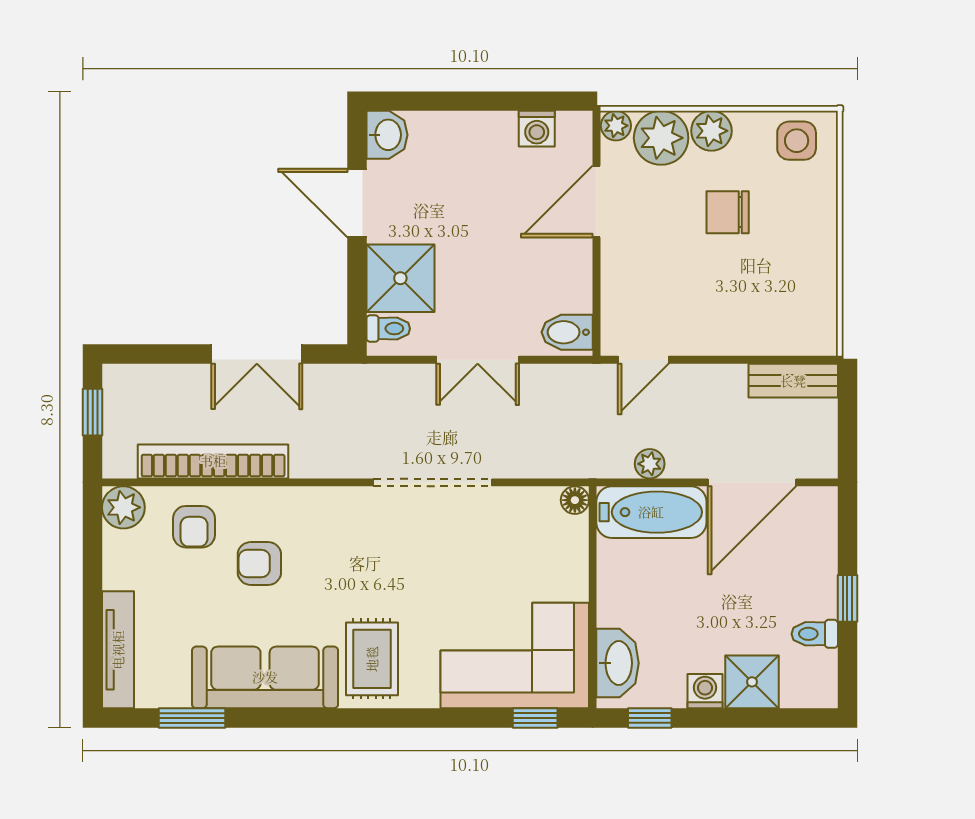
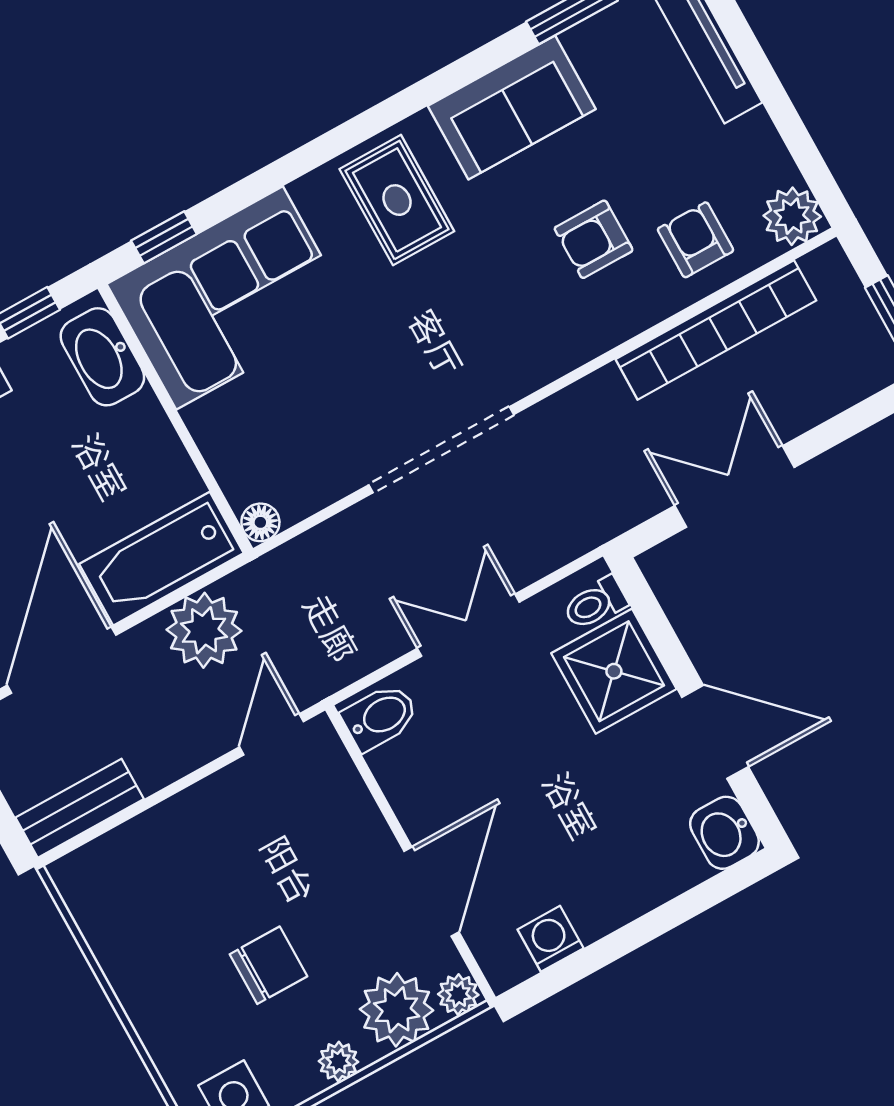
plant: (711, 131) -> (338, 1061), width x0.73, depth x0.73
plant: (650, 464) -> (204, 630), width x1.87, depth x1.87
armchair: (259, 563) -> (594, 239), turned 180
sofa: (265, 677) -> (512, 107), width x0.73

